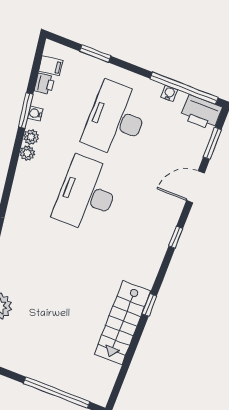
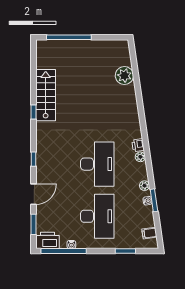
printer: (44, 84) -> (138, 145), moved
plant: (27, 153) -> (140, 157), moved

